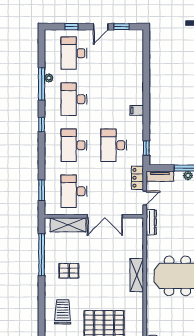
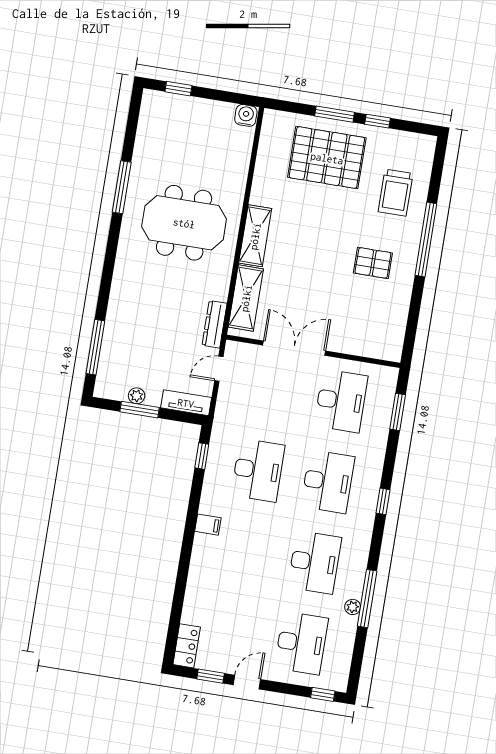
window: (71, 27) -> (323, 694), moved
window: (42, 124) -> (383, 501), moved
locker: (137, 178) -> (187, 646), moved
shelving: (68, 225) -> (246, 298), moved, turned 90
window: (42, 255) -> (426, 240), moved

